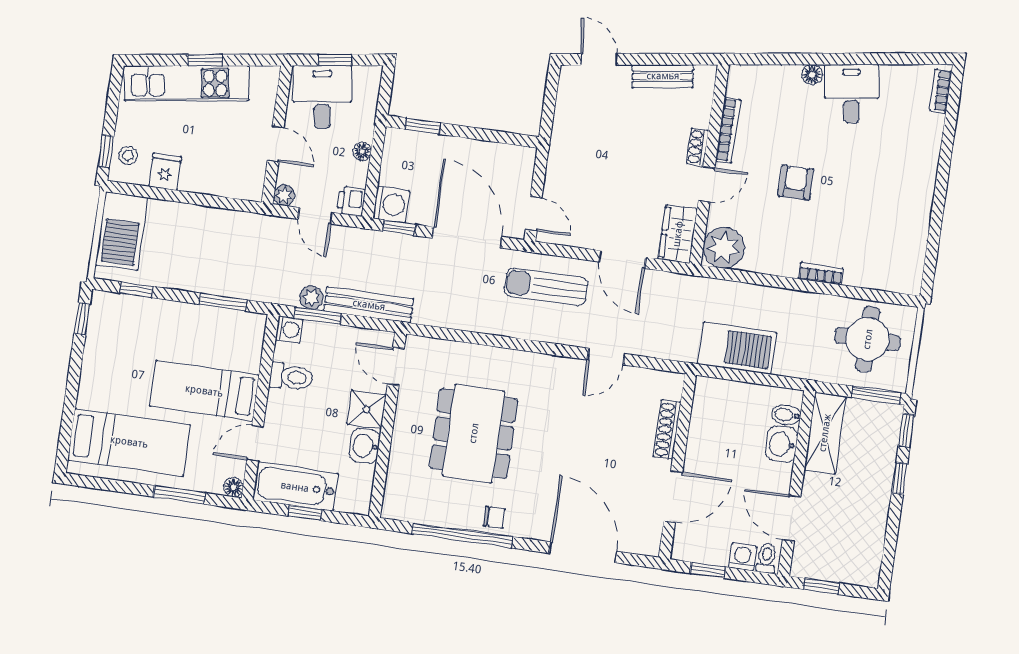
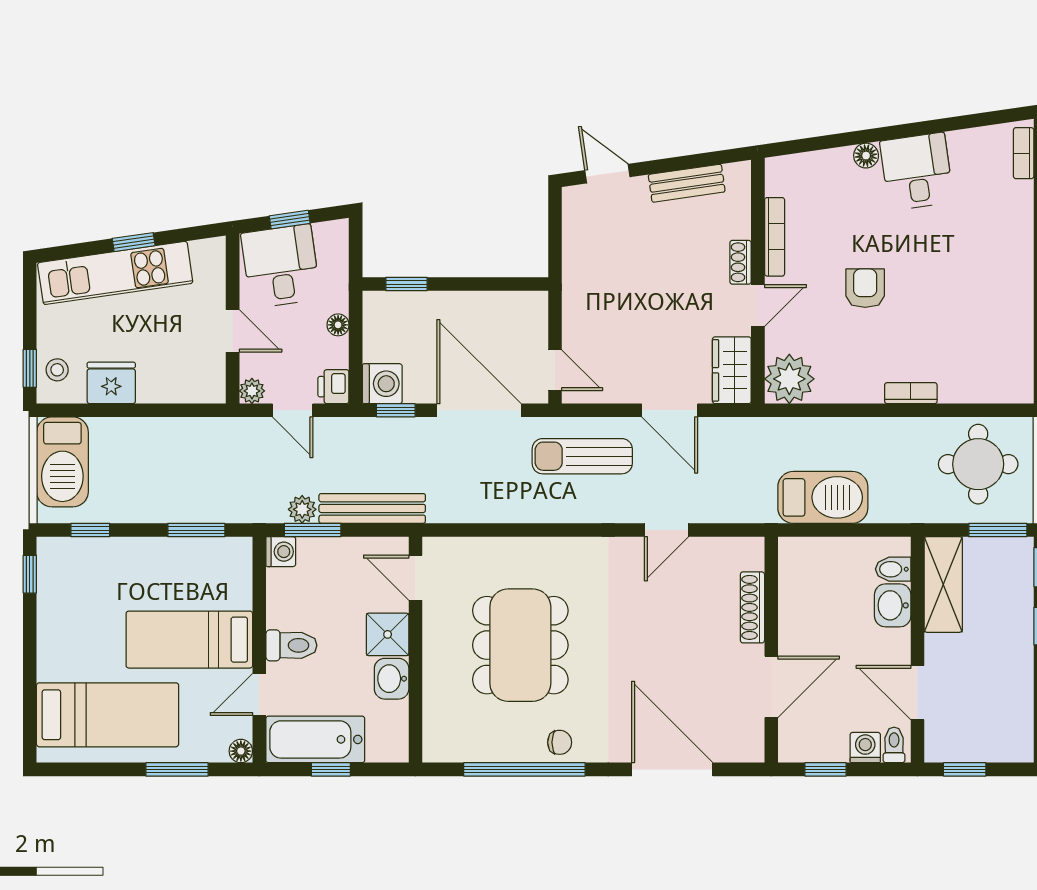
fridge: (165, 172) -> (111, 383), width x1.38
toilet: (291, 377) -> (291, 645), moved

